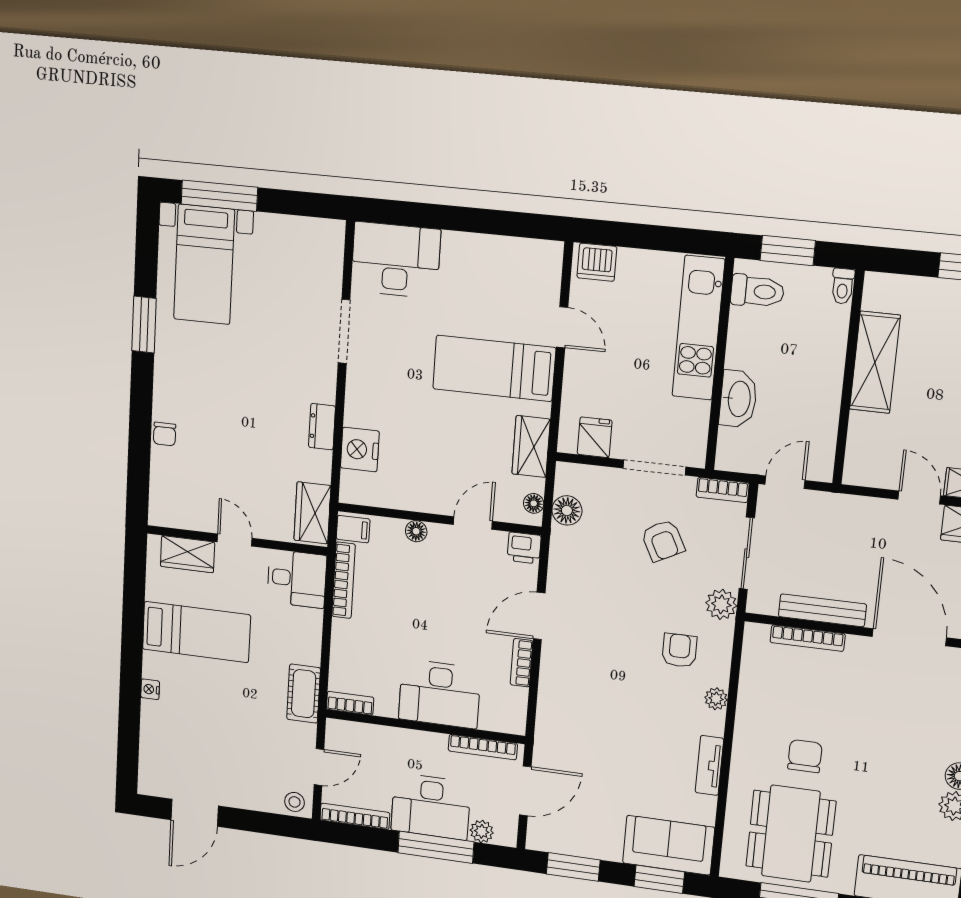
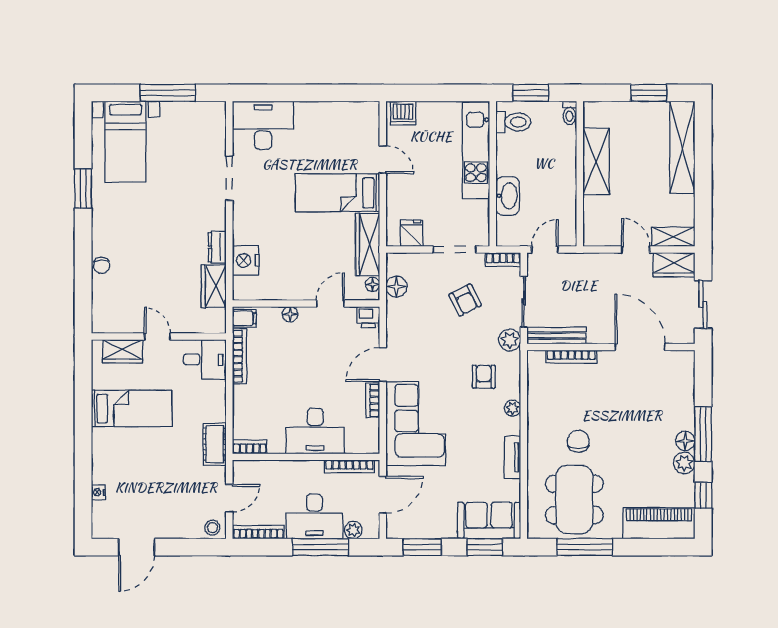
window: (219, 196) -> (168, 93), moved
wardrobe: (531, 447) -> (368, 245), width x1.50
wardrobe: (312, 513) -> (214, 286), moved
bench: (822, 610) -> (556, 336), moved
nightstand: (150, 689) -> (98, 492), moved
corner sofa: (578, 702) -> (416, 424), added

